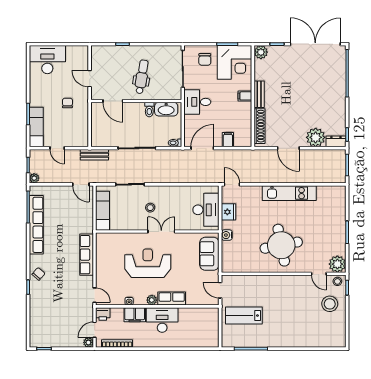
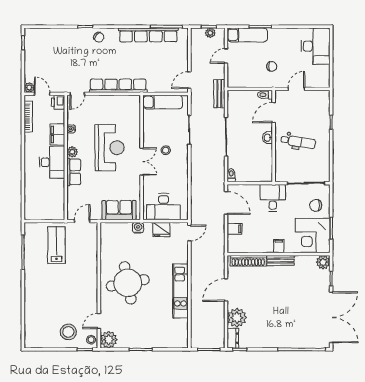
washbasin: (166, 109) -> (268, 138), moved, width x0.52, depth x0.69
toilet: (149, 110) -> (265, 95), moved
plant: (34, 178) -> (210, 33), moved
row of seats: (87, 255) -> (118, 86), width x1.36

